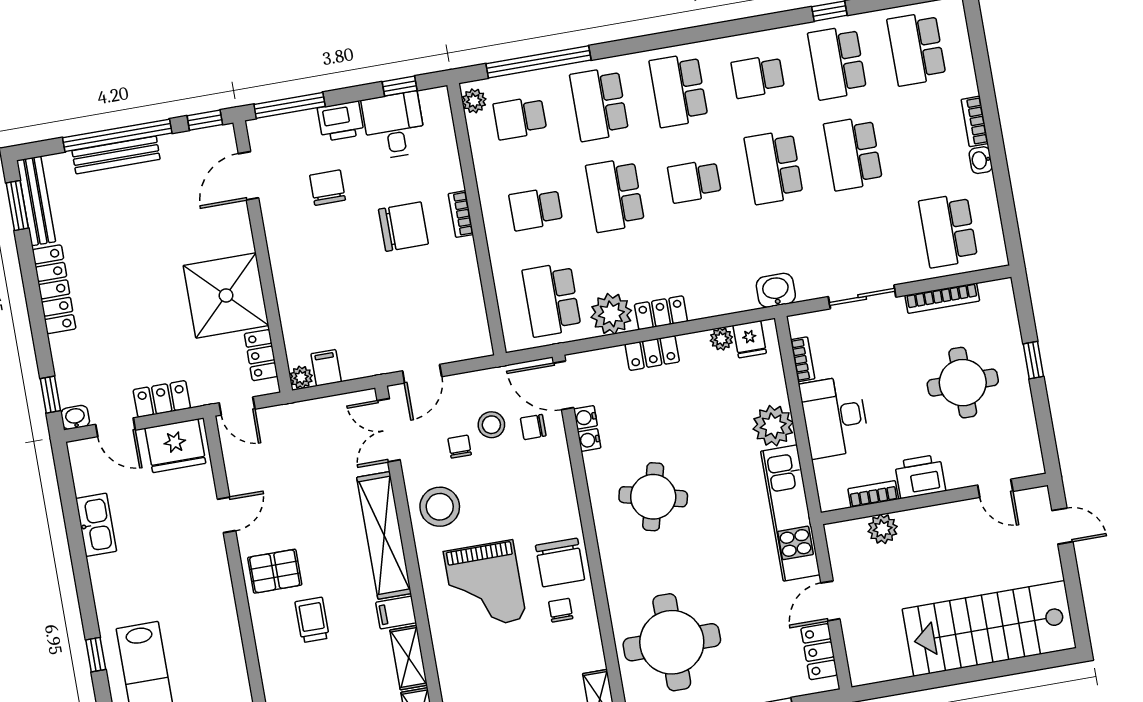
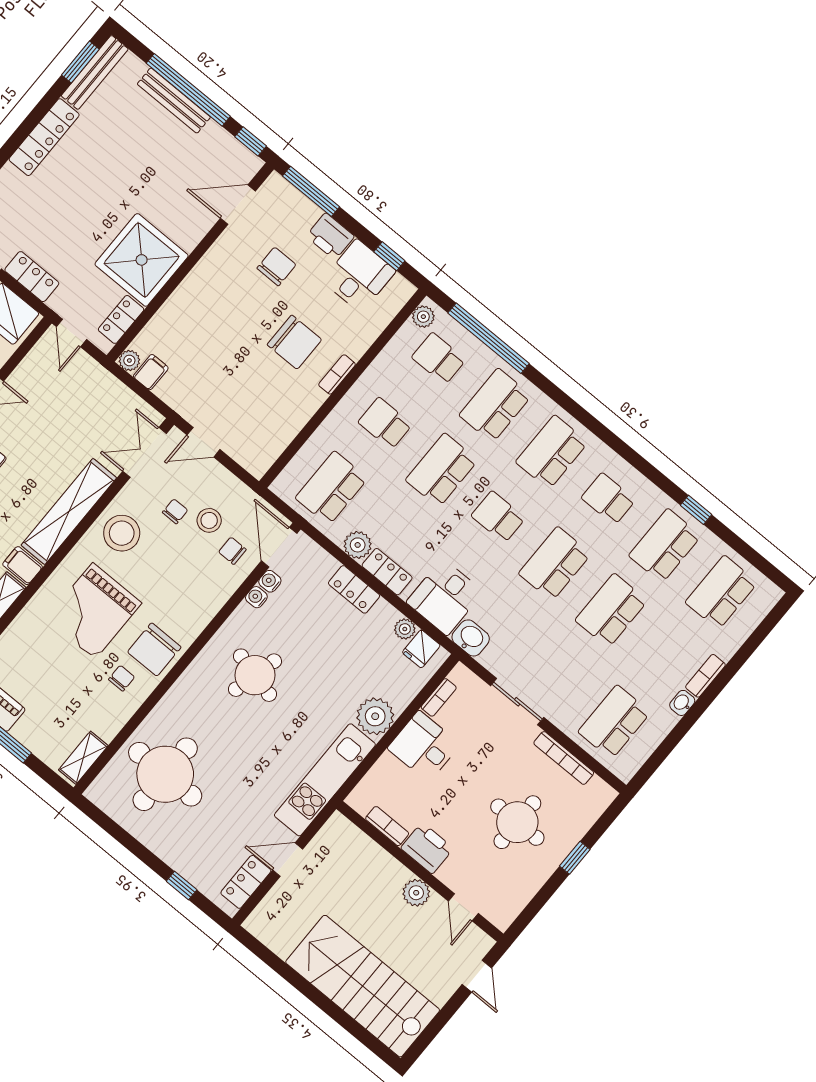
desk: (723, 283) -> (445, 597), added
plant: (611, 314) -> (358, 545), width x0.73, depth x0.73
desk: (835, 417) -> (424, 746), width x0.73
plant: (883, 529) -> (416, 893), moved

